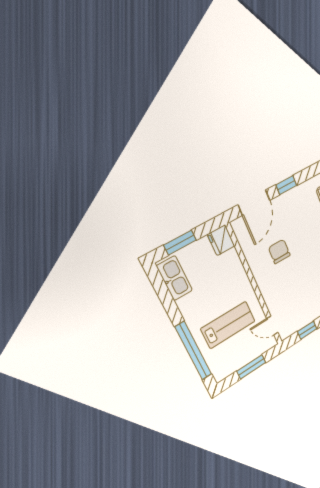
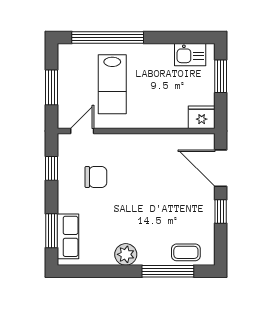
chair: (279, 252) -> (96, 177), moved
kitchen sink: (174, 278) -> (190, 55), width x0.73

